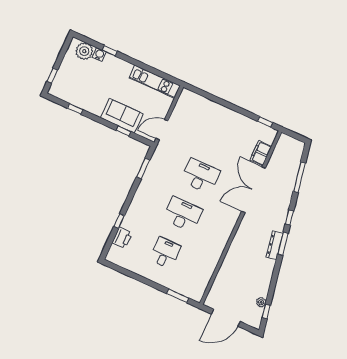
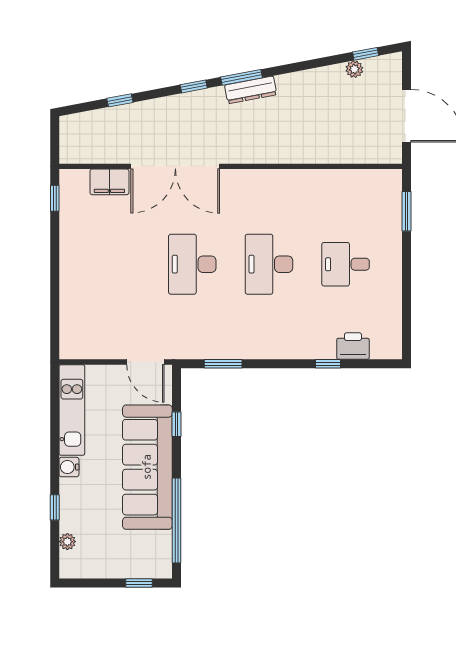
plant: (84, 51) -> (67, 542), width x0.53, depth x0.53
water cooler: (99, 55) -> (69, 467), moved
window: (75, 109) -> (176, 520), width x3.17
sofa: (122, 116) -> (147, 467), width x1.85, depth x1.27
window: (299, 177) -> (120, 100), width x0.46

